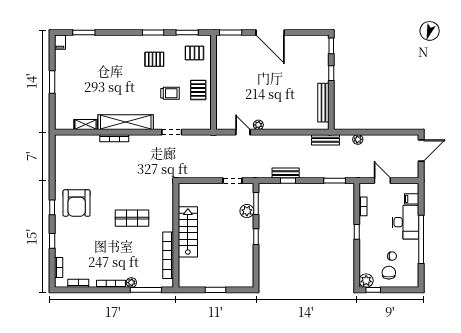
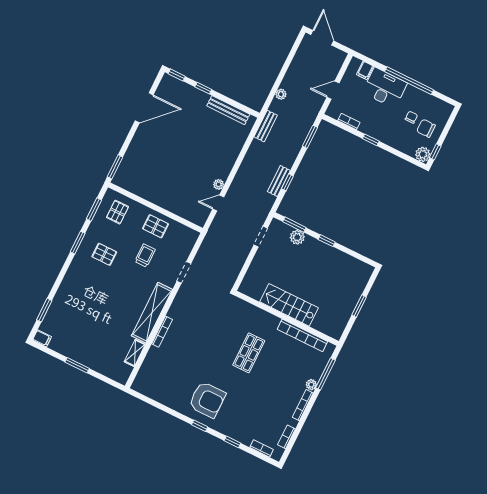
door: (270, 33) -> (144, 108), moved
pallet: (154, 59) -> (104, 254), turned 90

